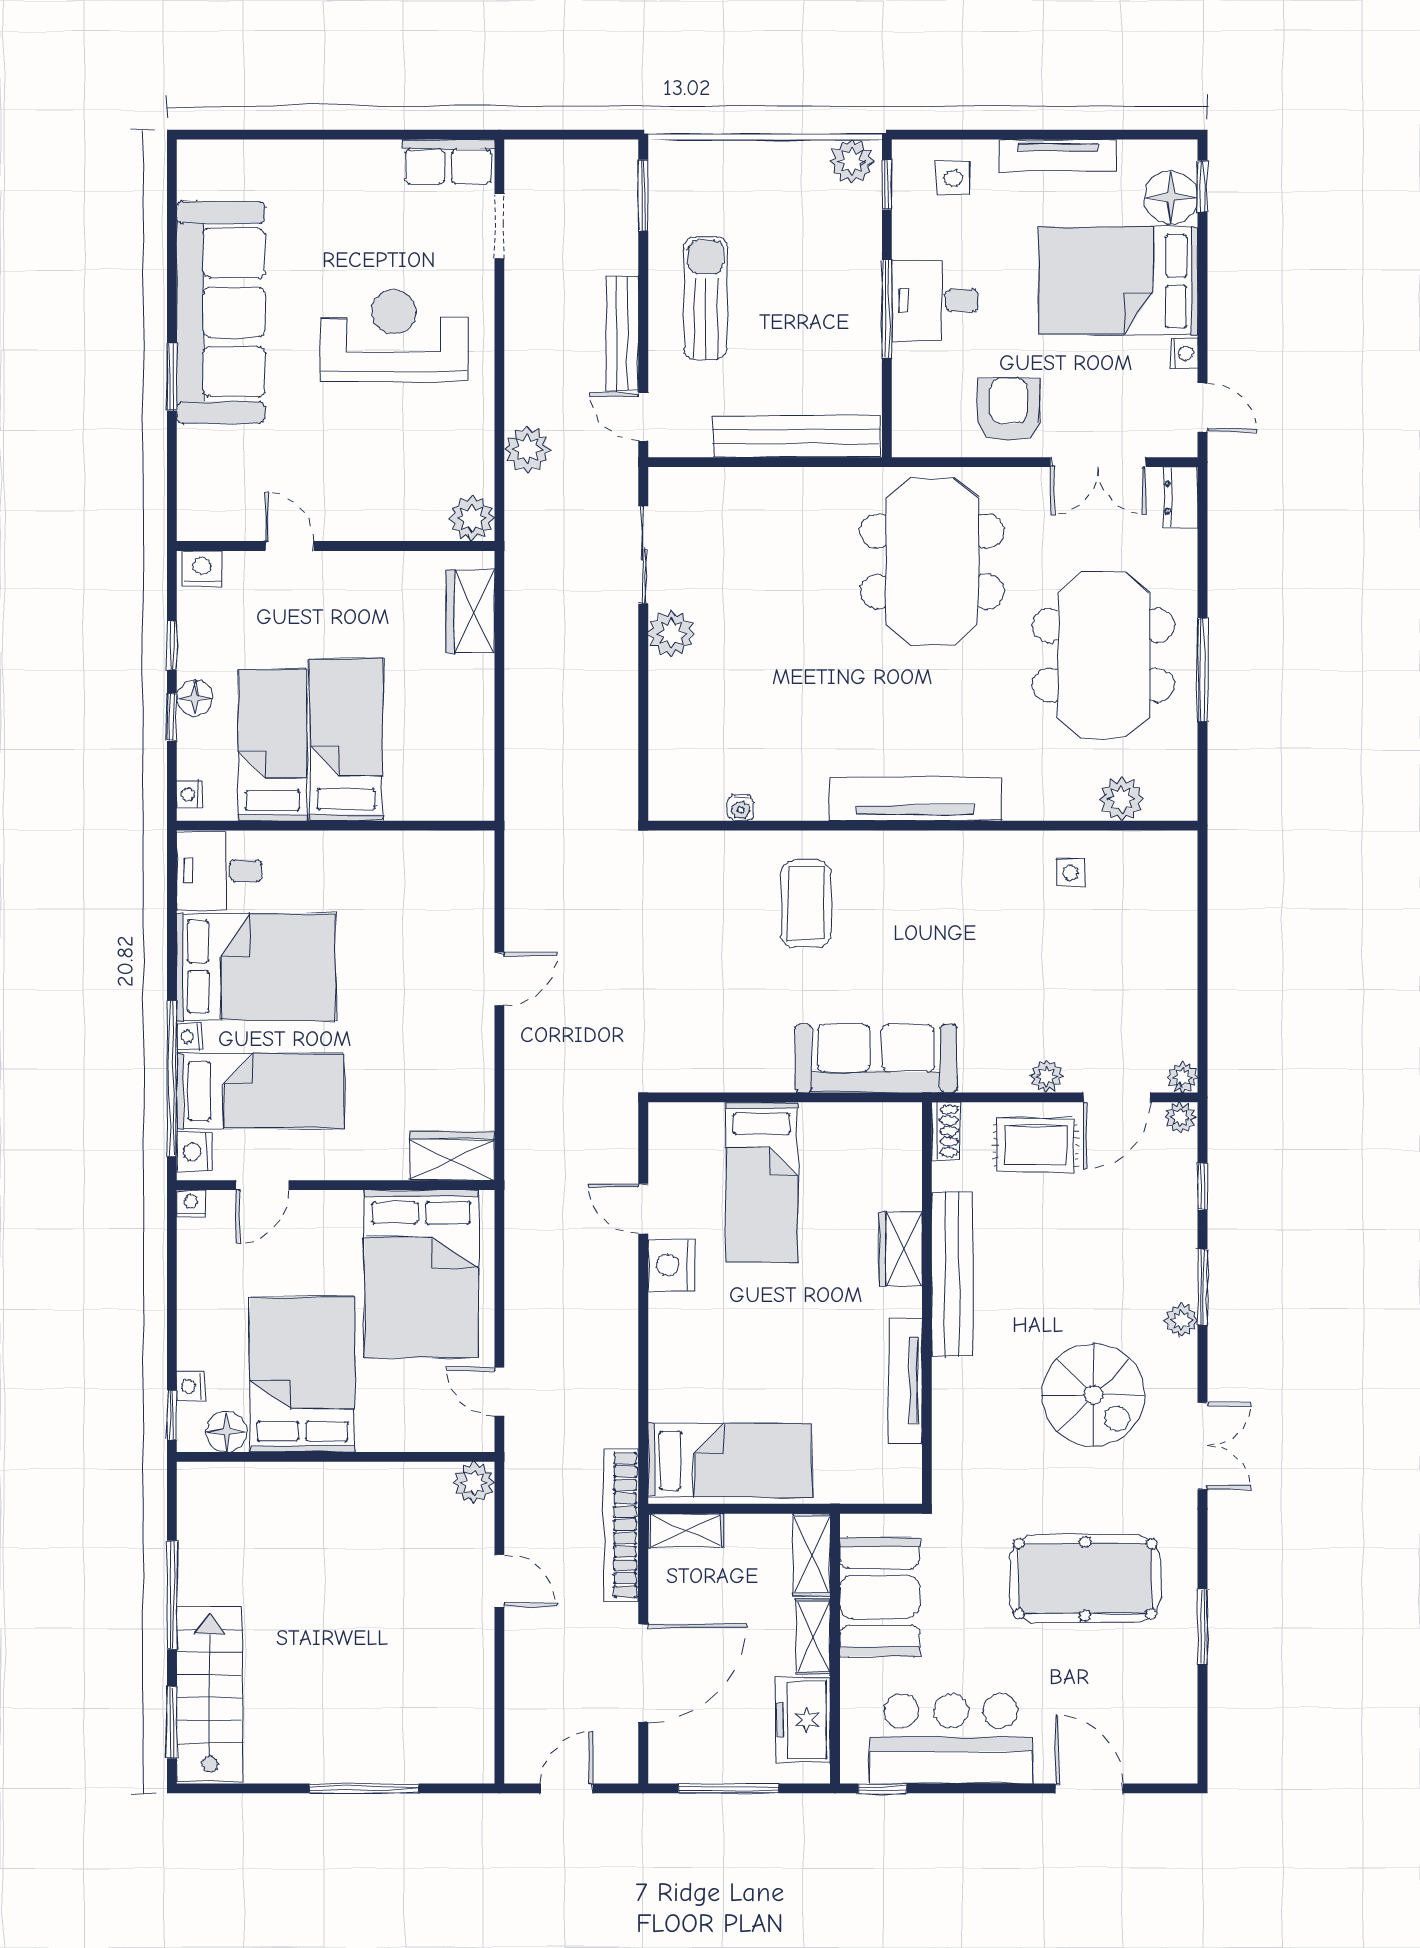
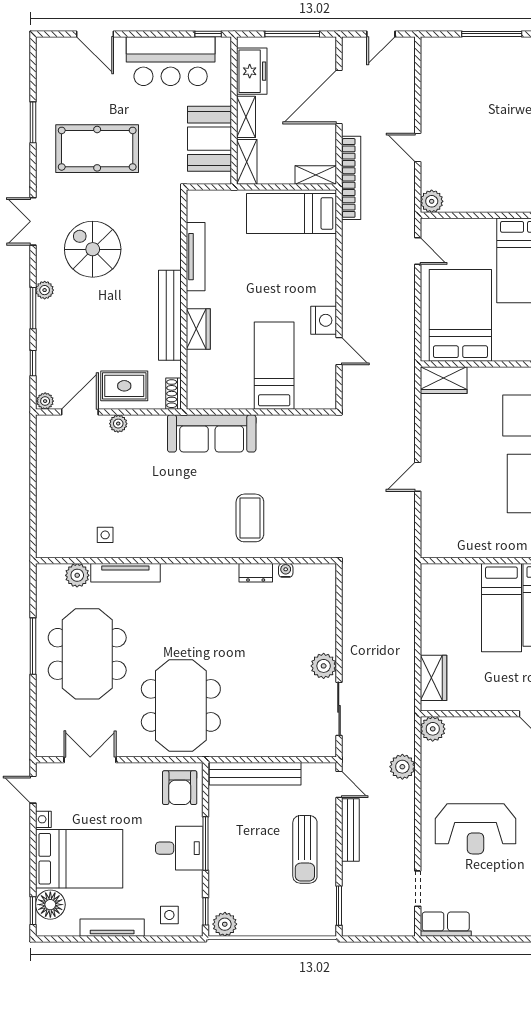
armchair: (1008, 410) -> (180, 788), moved
dresser: (1181, 497) -> (256, 573), moved, turned 90
tv unit: (915, 799) -> (125, 573), moved, width x0.73, depth x0.78
plant: (1183, 1077) -> (44, 423), removed

